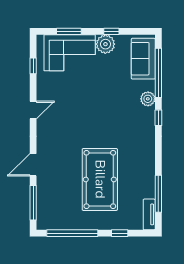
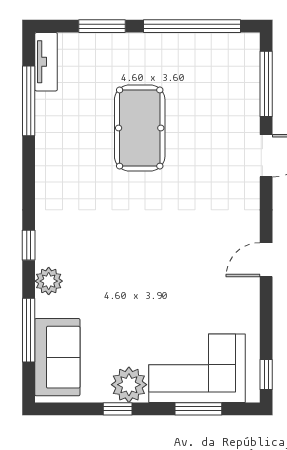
window: (33, 66) -> (266, 375), moved
window: (158, 73) -> (29, 330), width x0.68
pool table: (100, 179) -> (140, 128), width x0.73, depth x0.76
window: (120, 233) -> (102, 26), width x1.50

